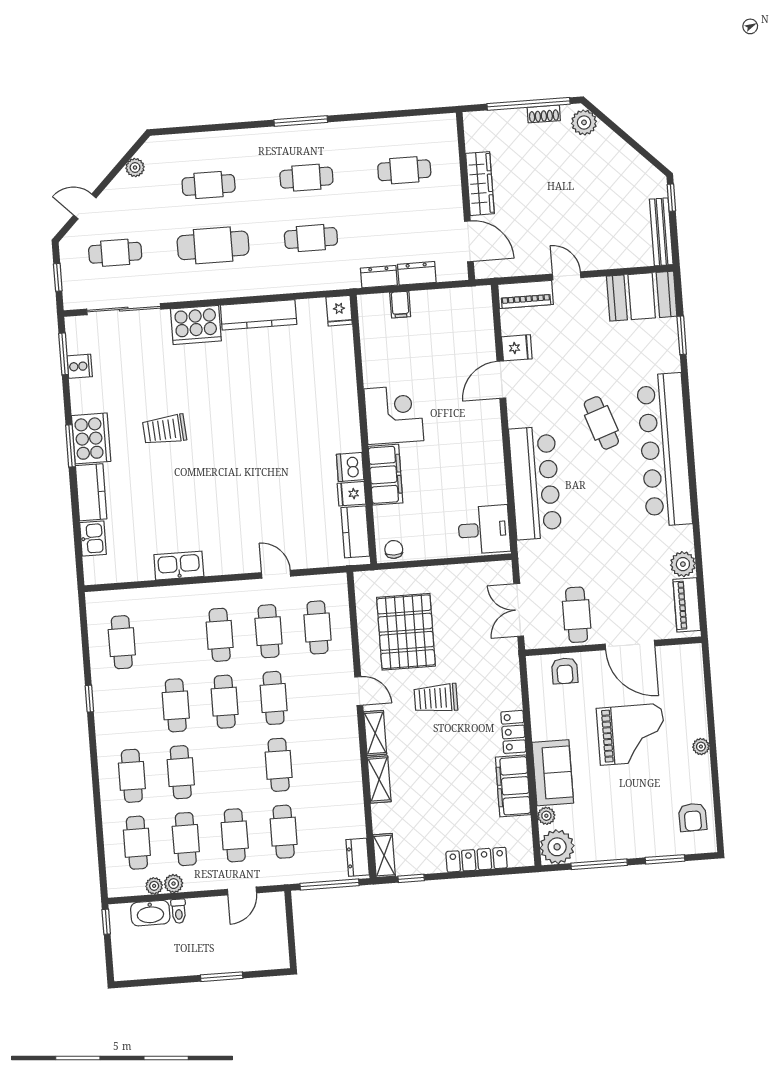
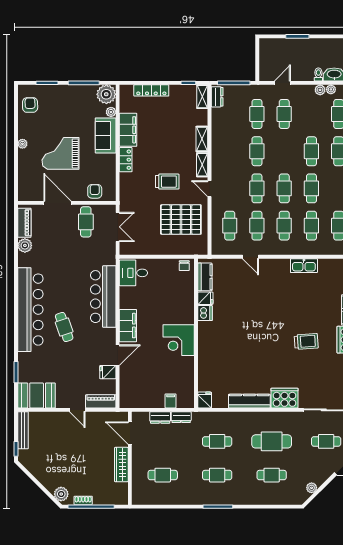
filing cabinet: (386, 475) -> (128, 326), moved, turned 180
pallet: (406, 632) -> (181, 220), turned 90
cafe table: (186, 839) -> (311, 226), moved

